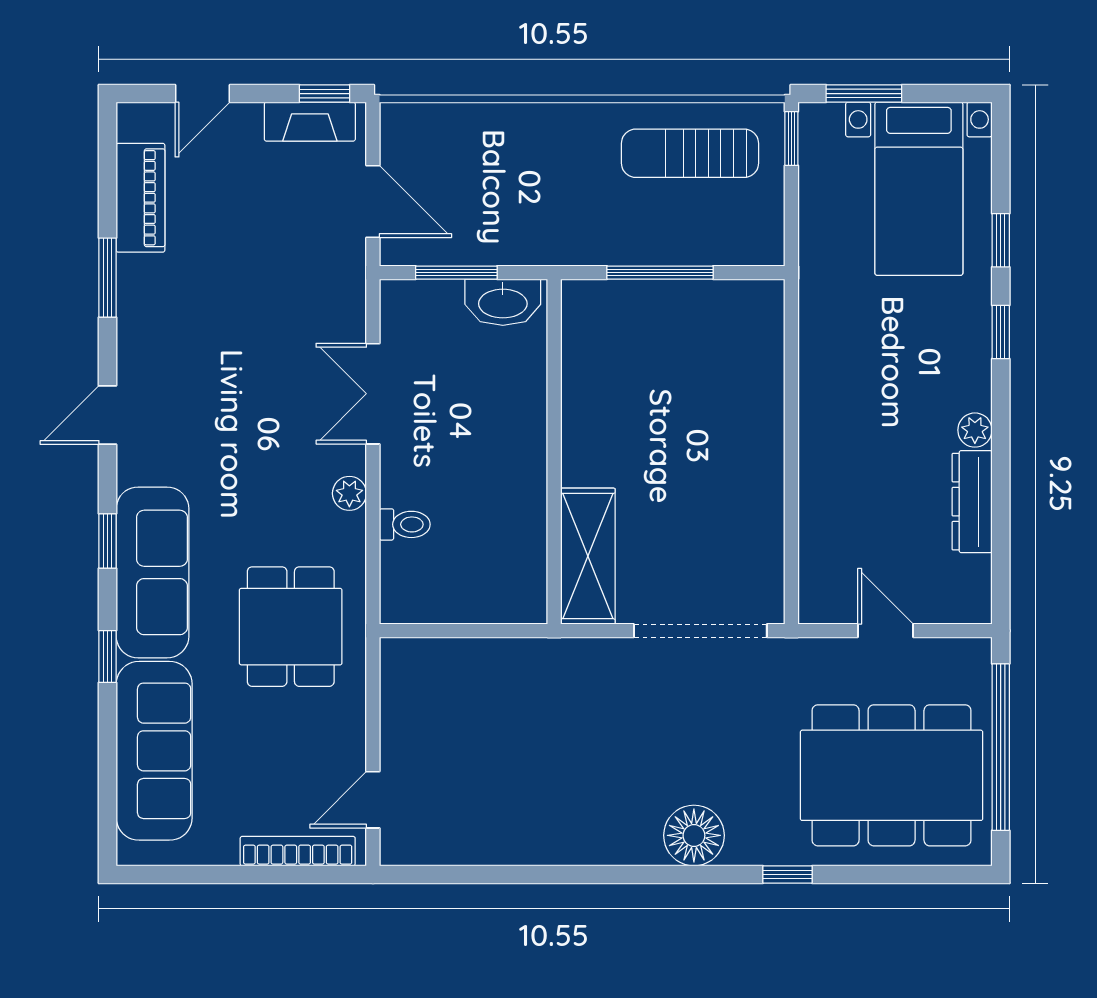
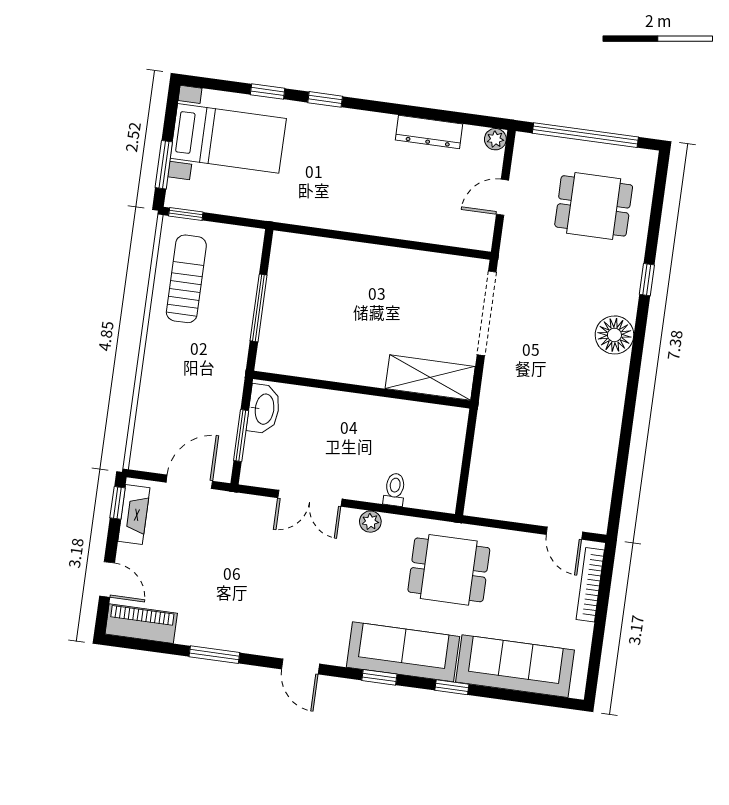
sun lounger: (690, 153) -> (186, 279), turned 180
piano: (141, 198) -> (141, 624), moved
plant: (975, 430) -> (495, 139), moved
dining table: (892, 775) -> (594, 206), width x0.53, depth x0.80

